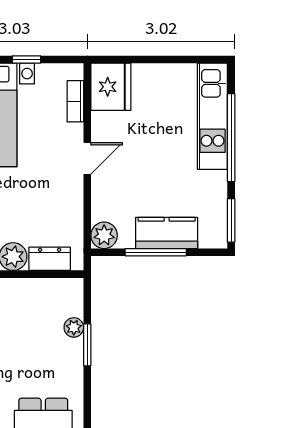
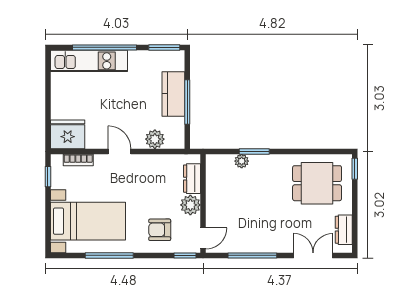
window: (27, 60) -> (48, 177), moved
plant: (104, 235) -> (155, 139), moved

